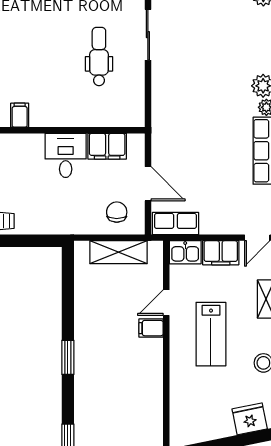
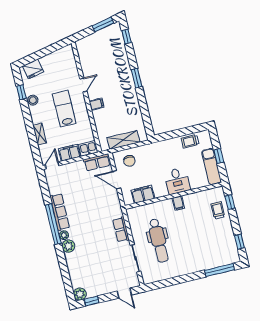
dental chair: (99, 57) -> (159, 241), width x1.36, depth x1.38
row of seats: (162, 93) -> (121, 229), added
filing cabinet: (20, 115) -> (178, 203), moved
desk: (66, 155) -> (177, 181), moved
door: (166, 303) -> (83, 85), moved

